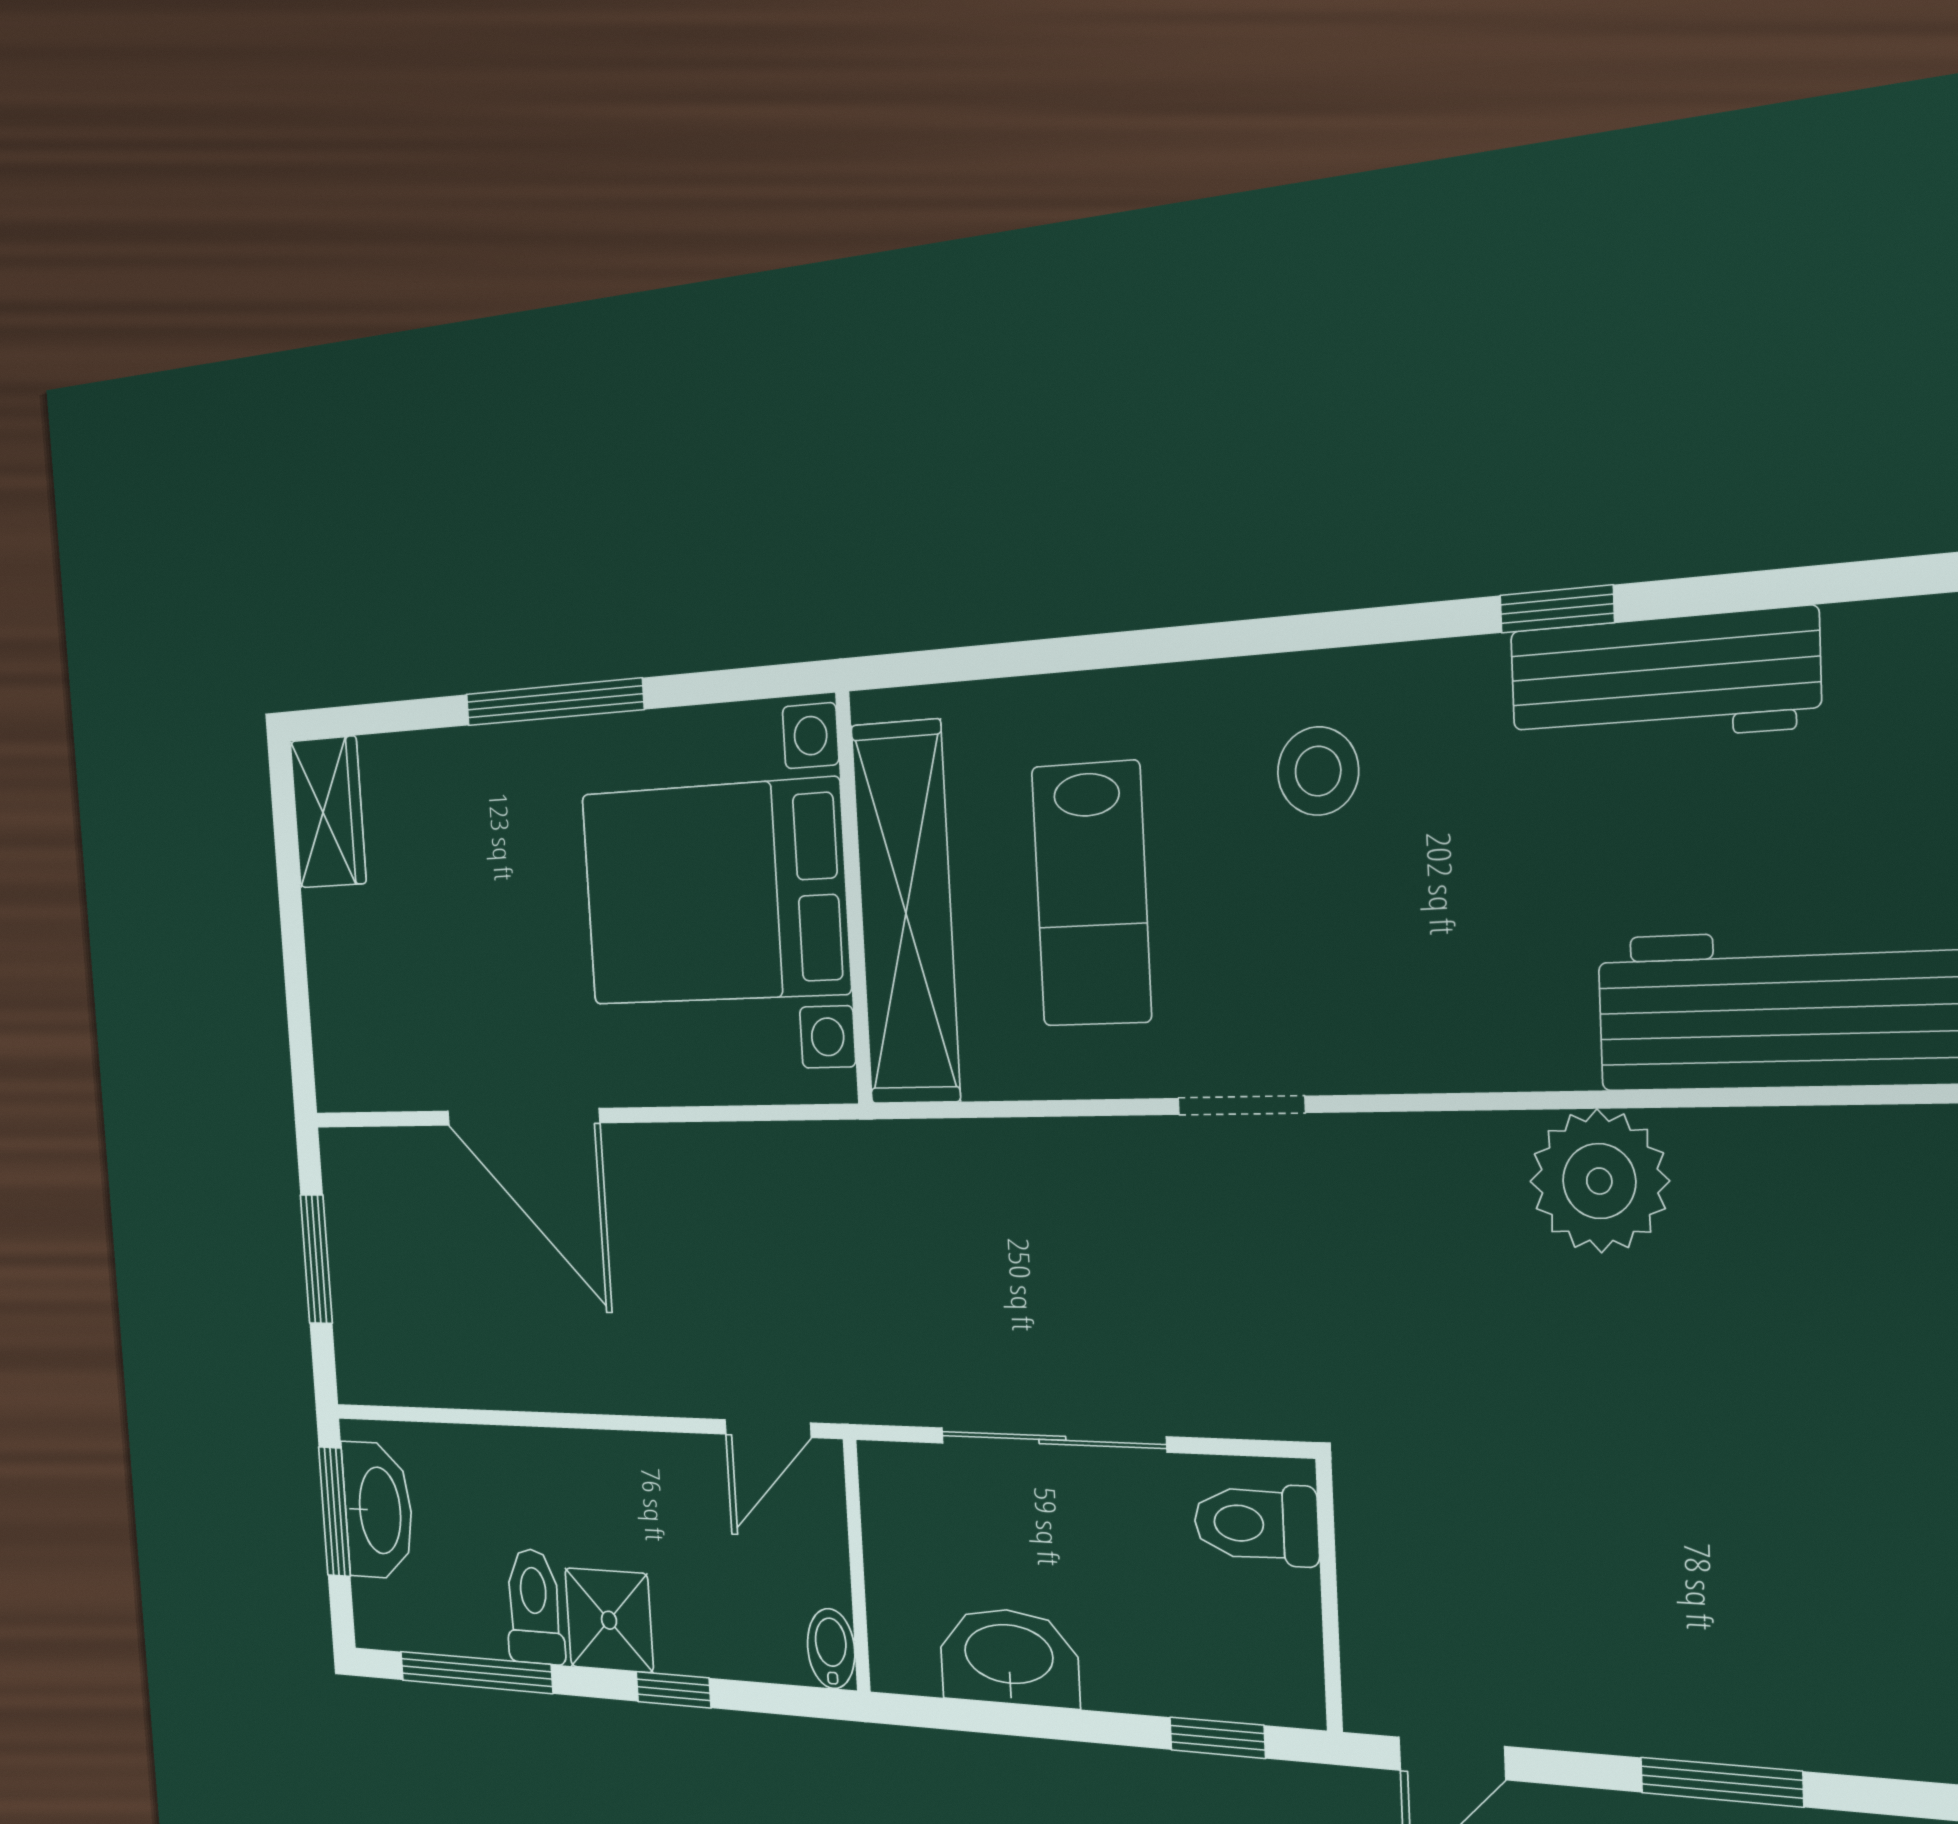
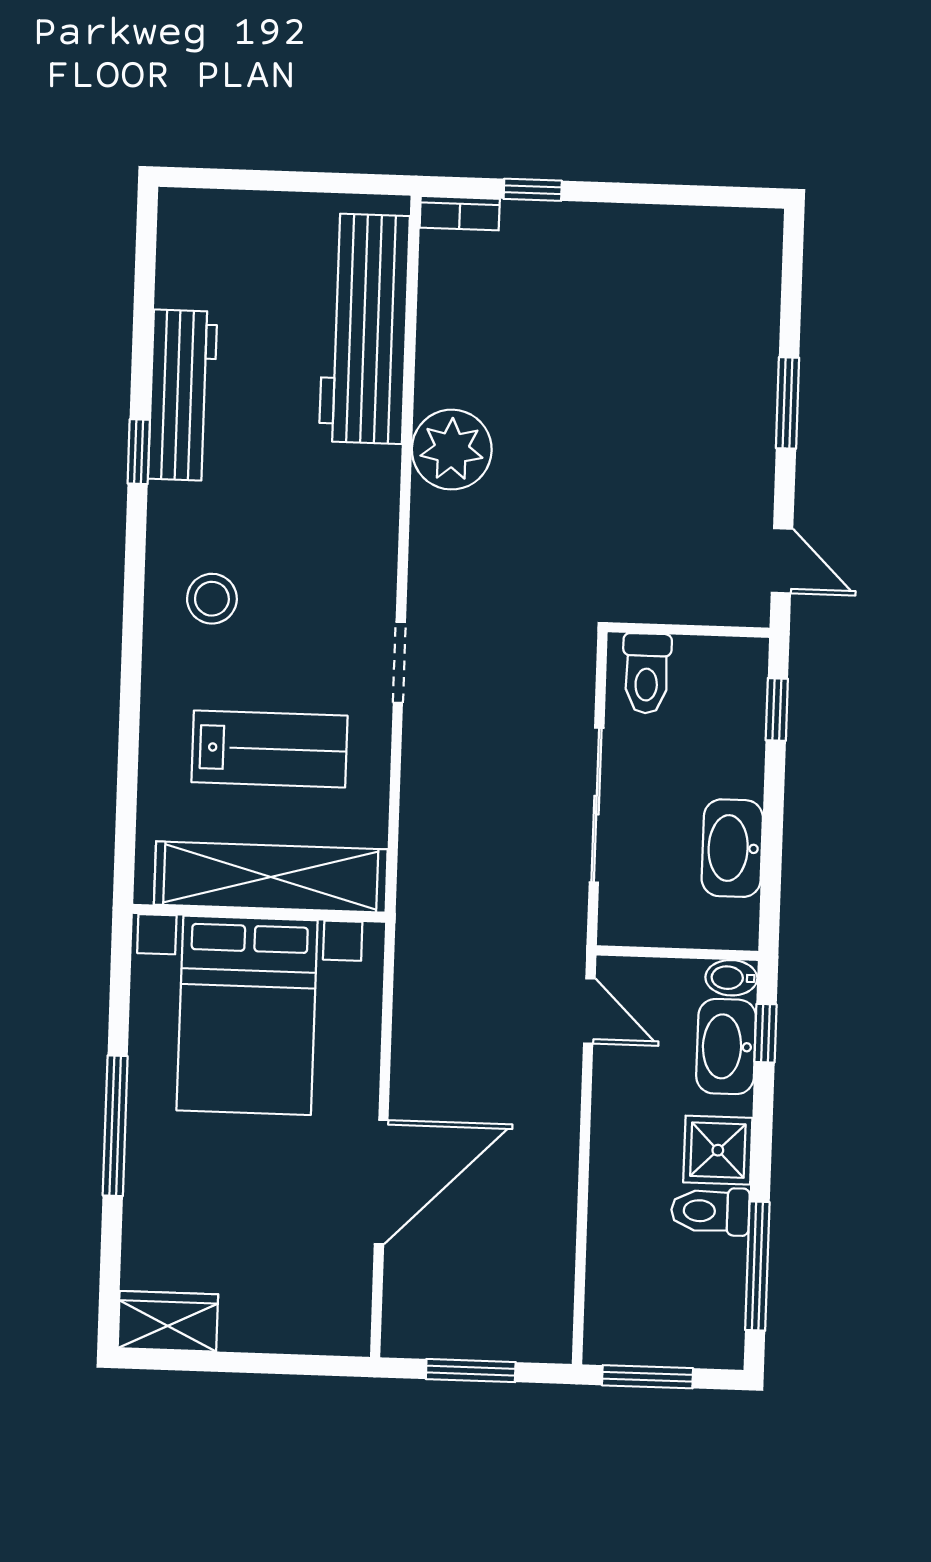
washbasin: (378, 1510) -> (726, 1047), moved, turned -90
window: (673, 1690) -> (765, 1033), moved

